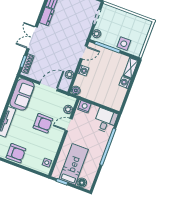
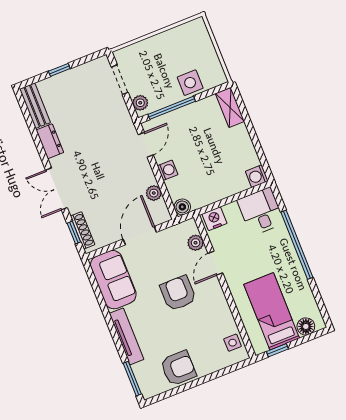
washing machine: (125, 82) -> (257, 176), moved
armchair: (43, 123) -> (178, 293), turned -90

